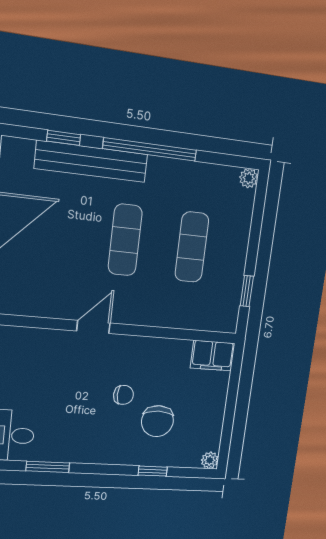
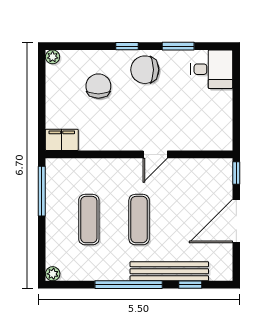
window: (247, 291) -> (42, 191), width x2.17
chair: (123, 395) -> (145, 70), moved, width x1.87, depth x1.87
window: (153, 471) -> (127, 46), moved

